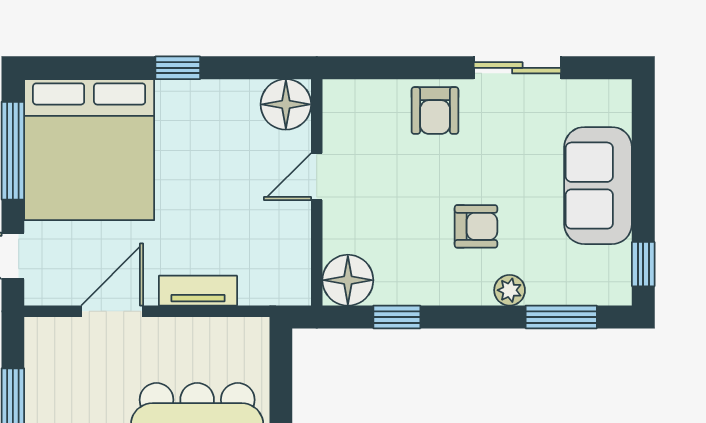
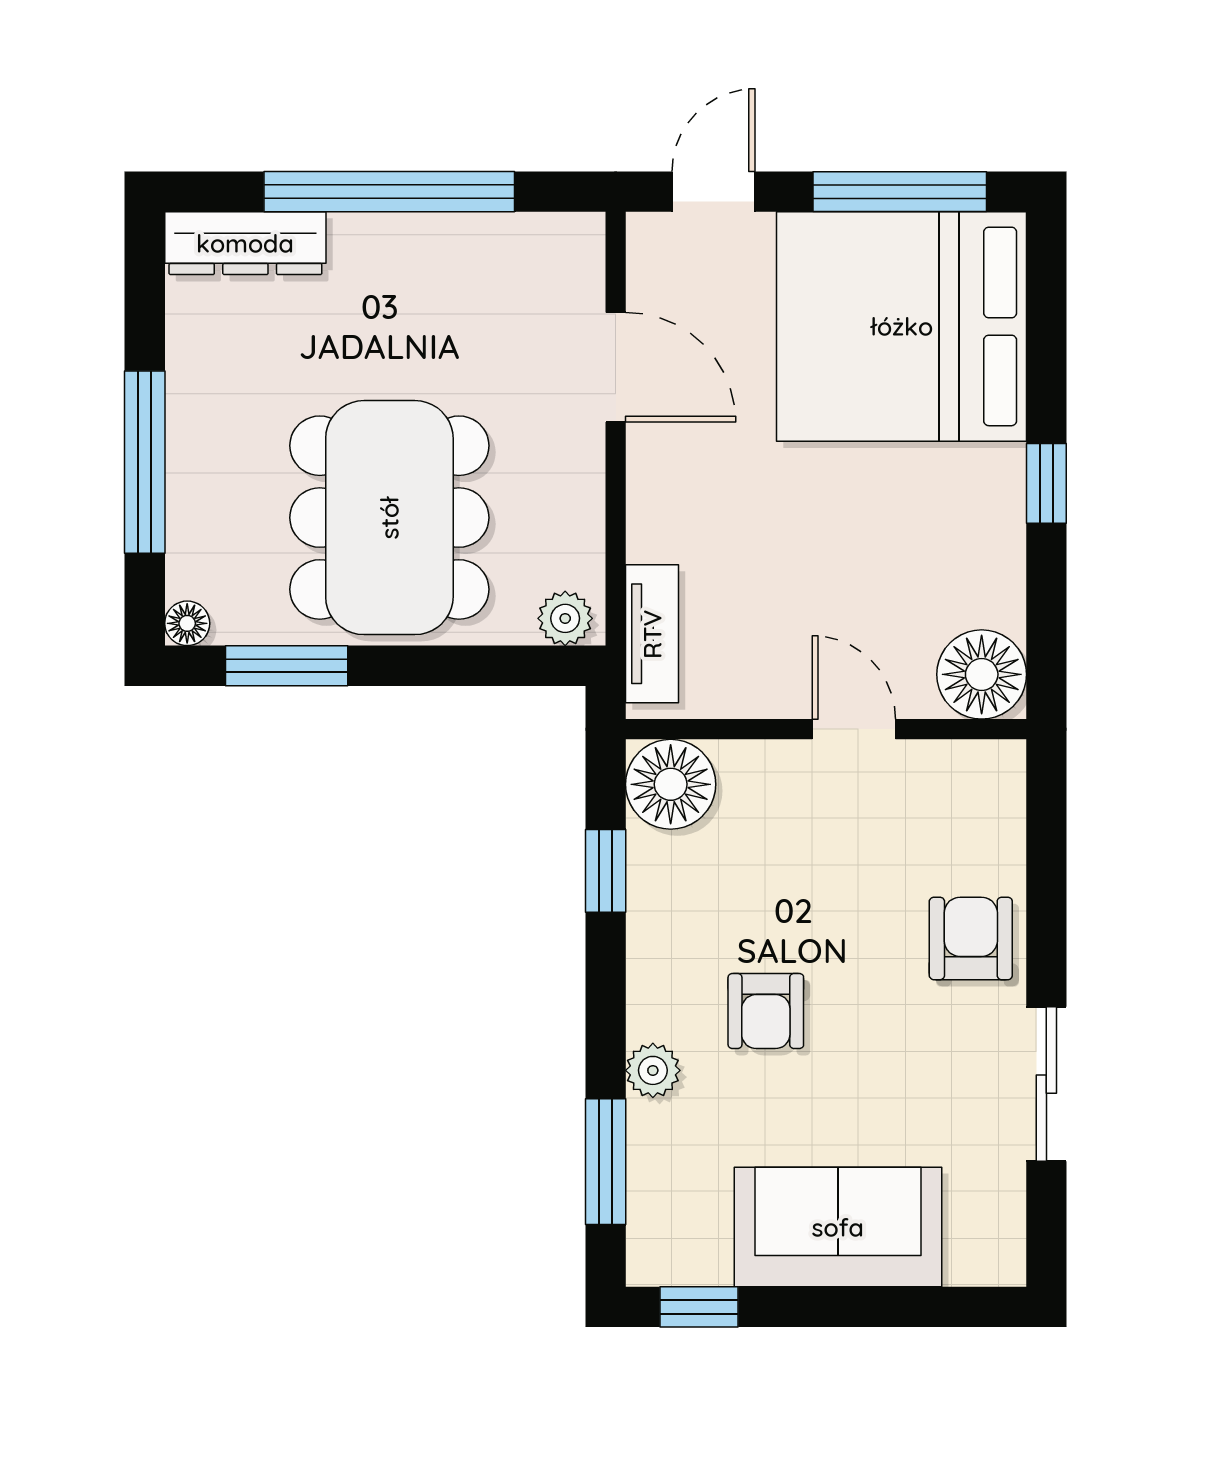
armchair: (435, 111) -> (971, 938), turned 90
tv unit: (198, 291) -> (652, 634), moved
plant: (254, 340) -> (565, 618), added

